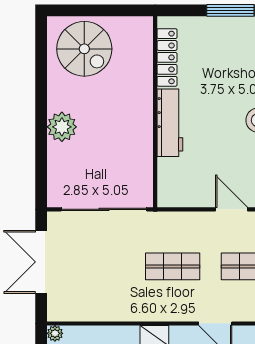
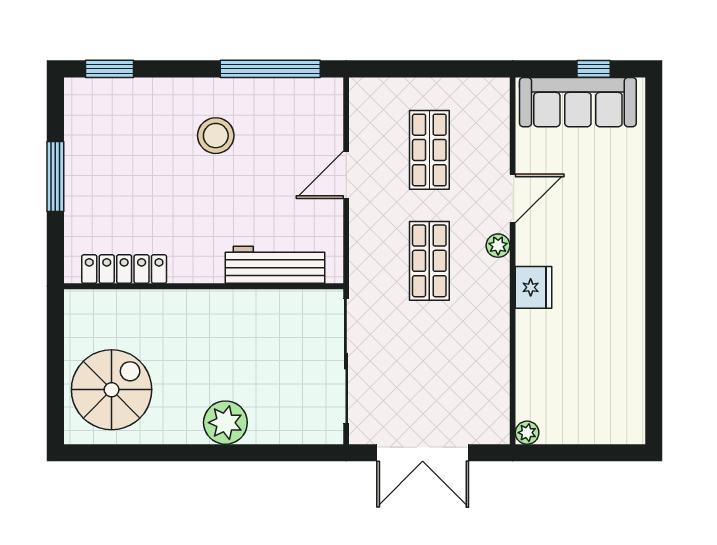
workbench: (170, 123) -> (275, 265), moved
plant: (183, 313) -> (498, 246), added

